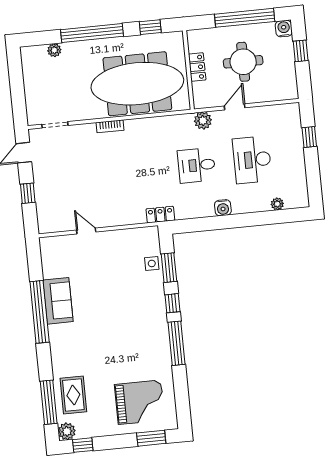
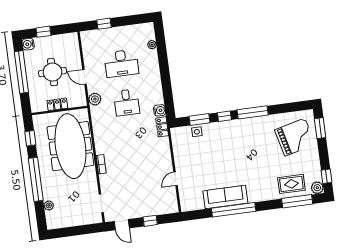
water cooler: (223, 208) -> (160, 110), moved
sofa: (58, 301) -> (225, 197), width x1.36
grand piano: (140, 402) -> (295, 137), turned 76

